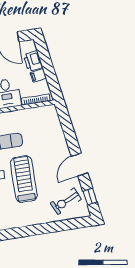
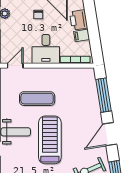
window: (68, 129) -> (103, 95), added

